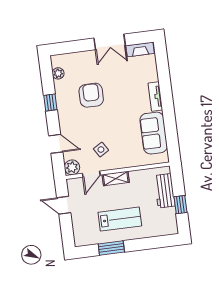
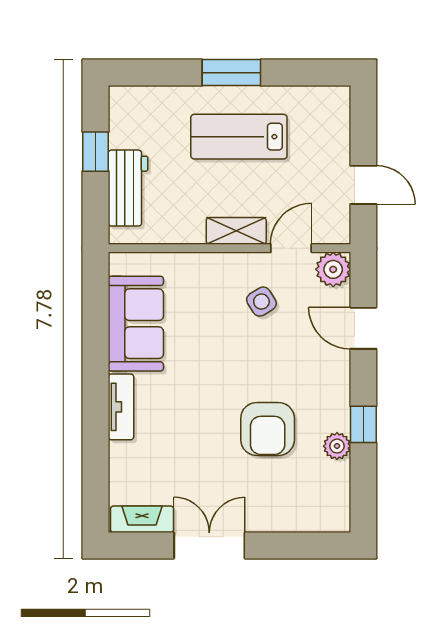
plant: (58, 73) -> (337, 446), moved
window: (111, 248) -> (231, 73), moved

